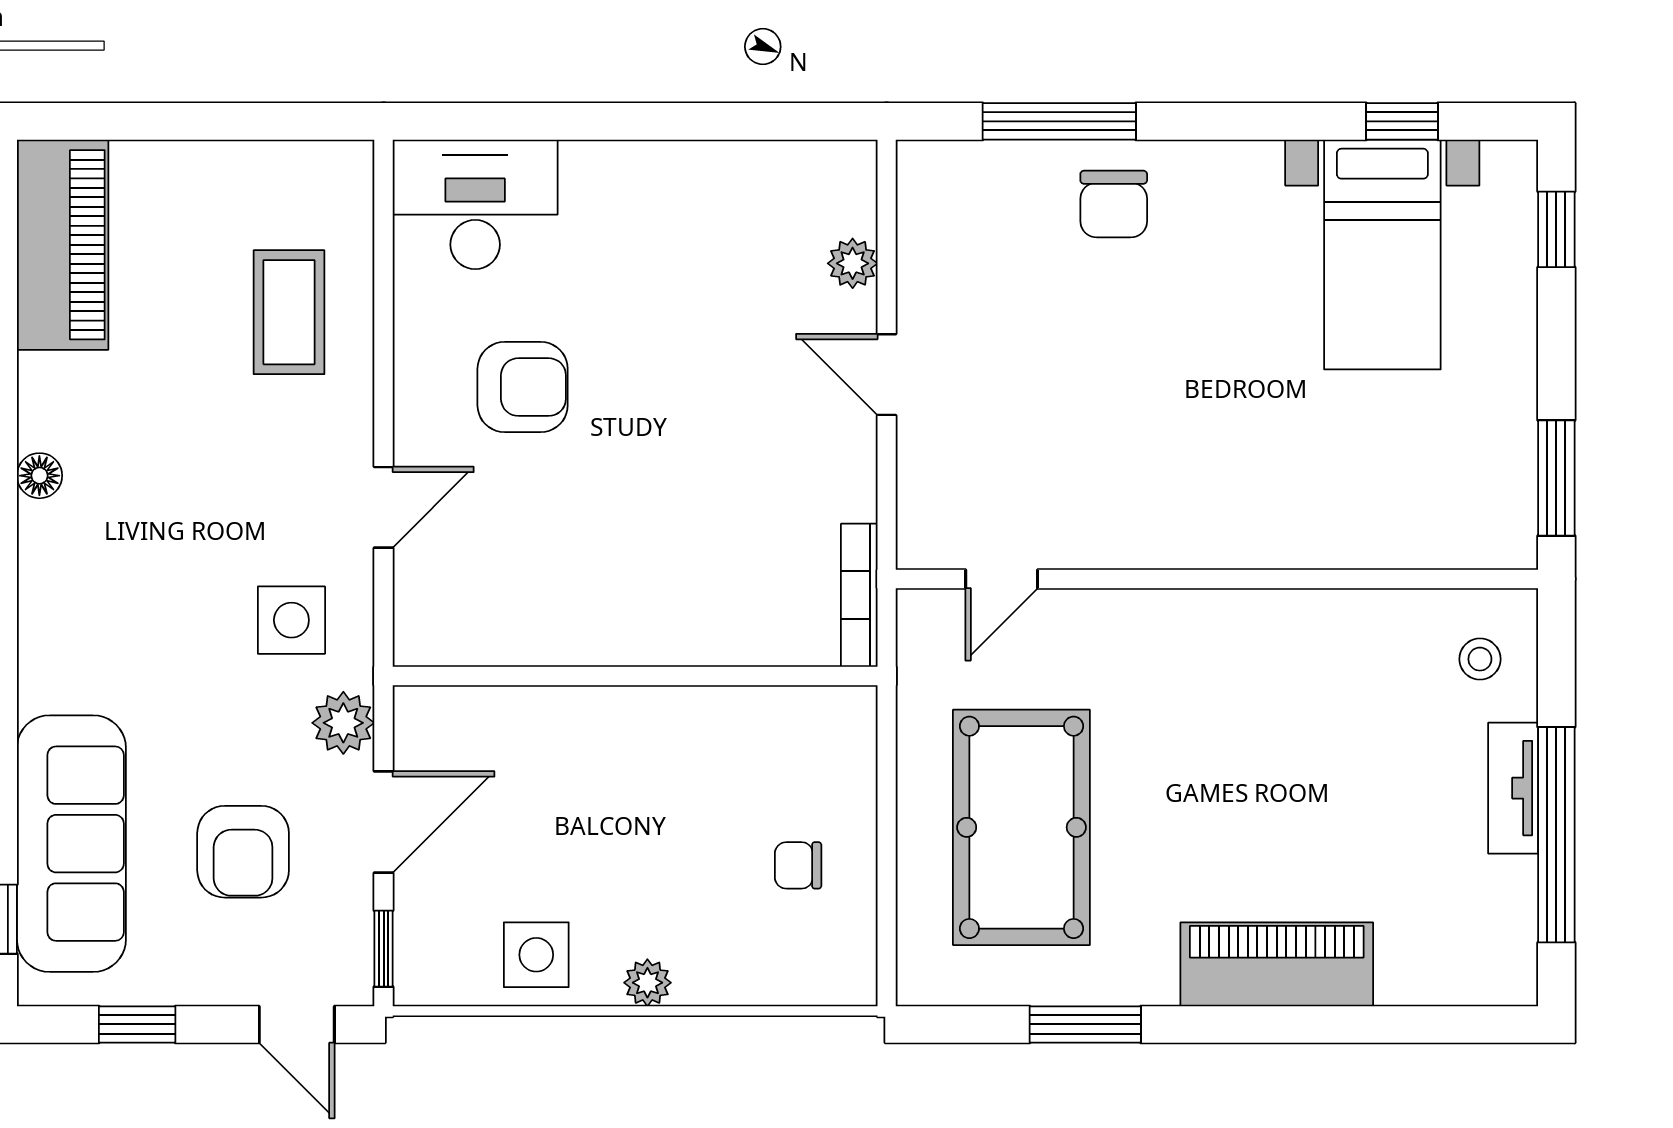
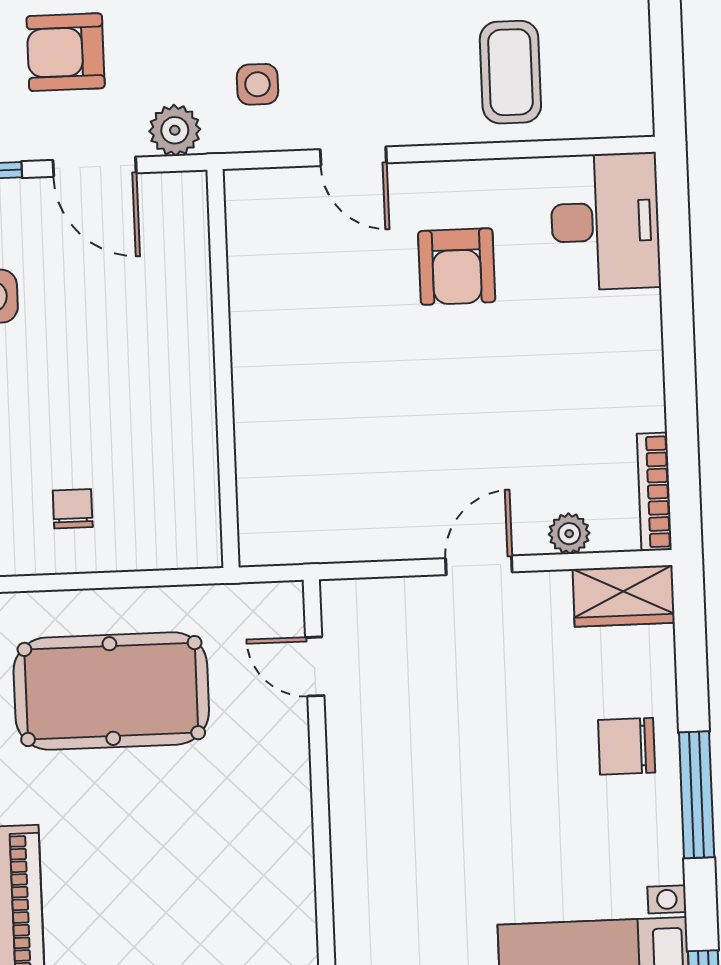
window: (1059, 121) -> (697, 795), moved
wardrobe: (931, 200) -> (624, 596), added
coffee table: (289, 312) -> (510, 72), turned 90
bookcase: (859, 595) -> (654, 492), moved, turned -90
side table: (291, 620) -> (257, 84), width x0.73, depth x0.73

